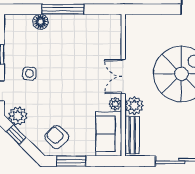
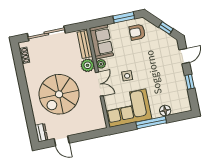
corner sofa: (91, 36) -> (128, 108), added
side table: (29, 74) -> (127, 76), moved
plant: (18, 116) -> (168, 41), removed
armchair: (57, 137) -> (137, 32), turned 135

